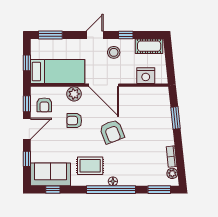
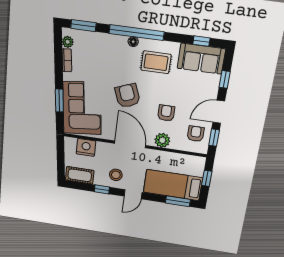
bed: (58, 72) -> (173, 185), moved
corner sofa: (153, 114) -> (82, 108), added
armchair: (74, 121) -> (166, 113), turned -90

